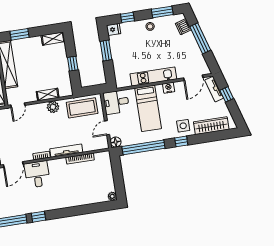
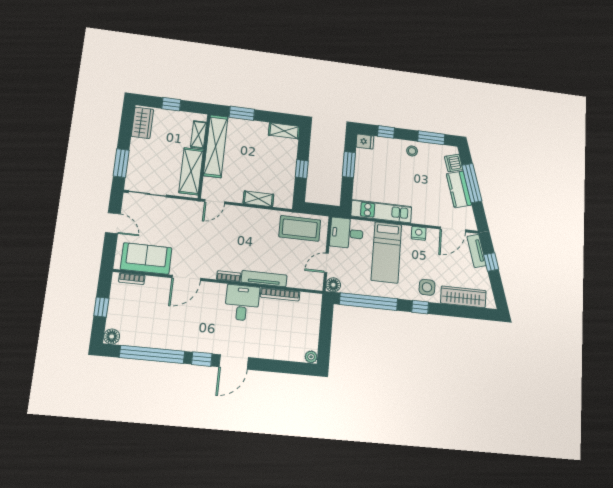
kitchen counter: (191, 46) -> (459, 189), added
kitchen unit: (153, 76) -> (381, 211), moved
plant: (53, 107) -> (261, 217), removed
desk: (37, 174) -> (242, 303), moved
door: (60, 213) -> (234, 362), added

